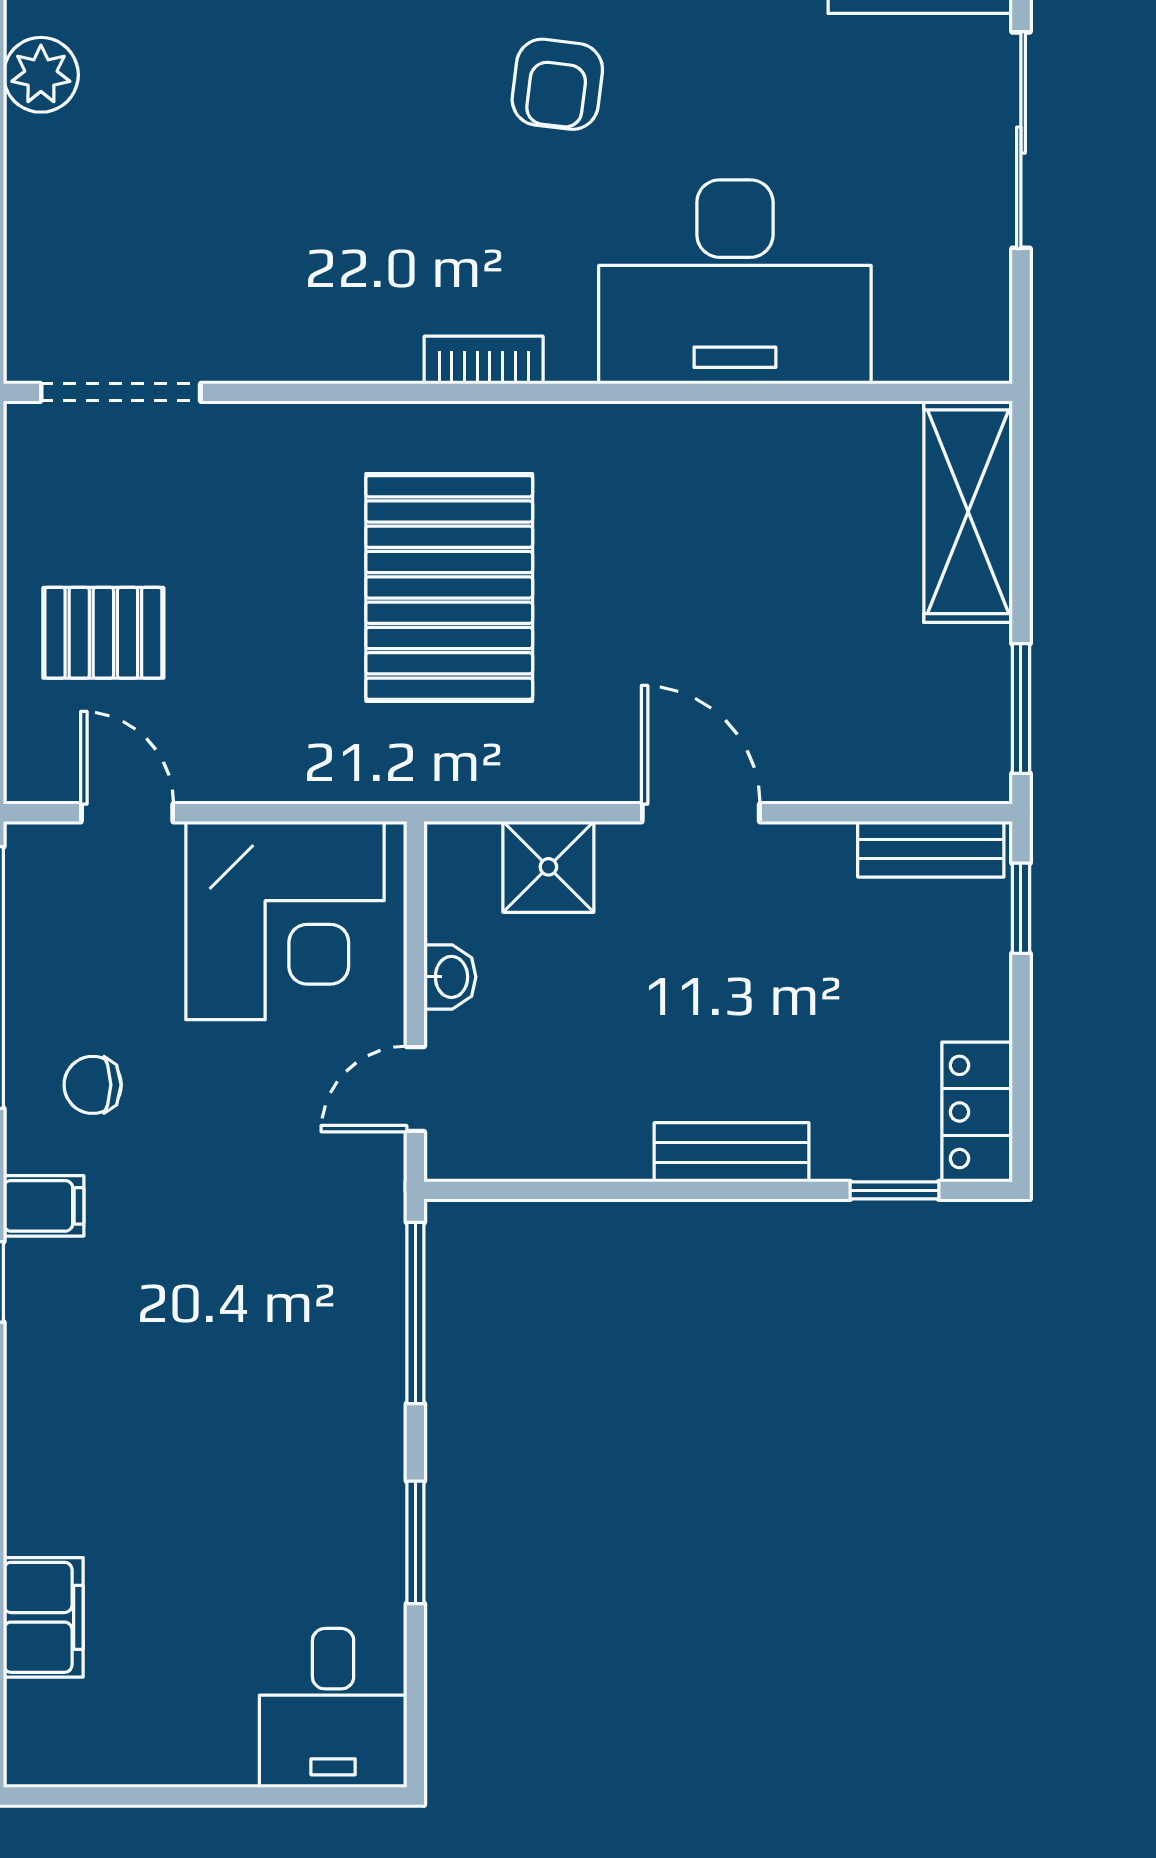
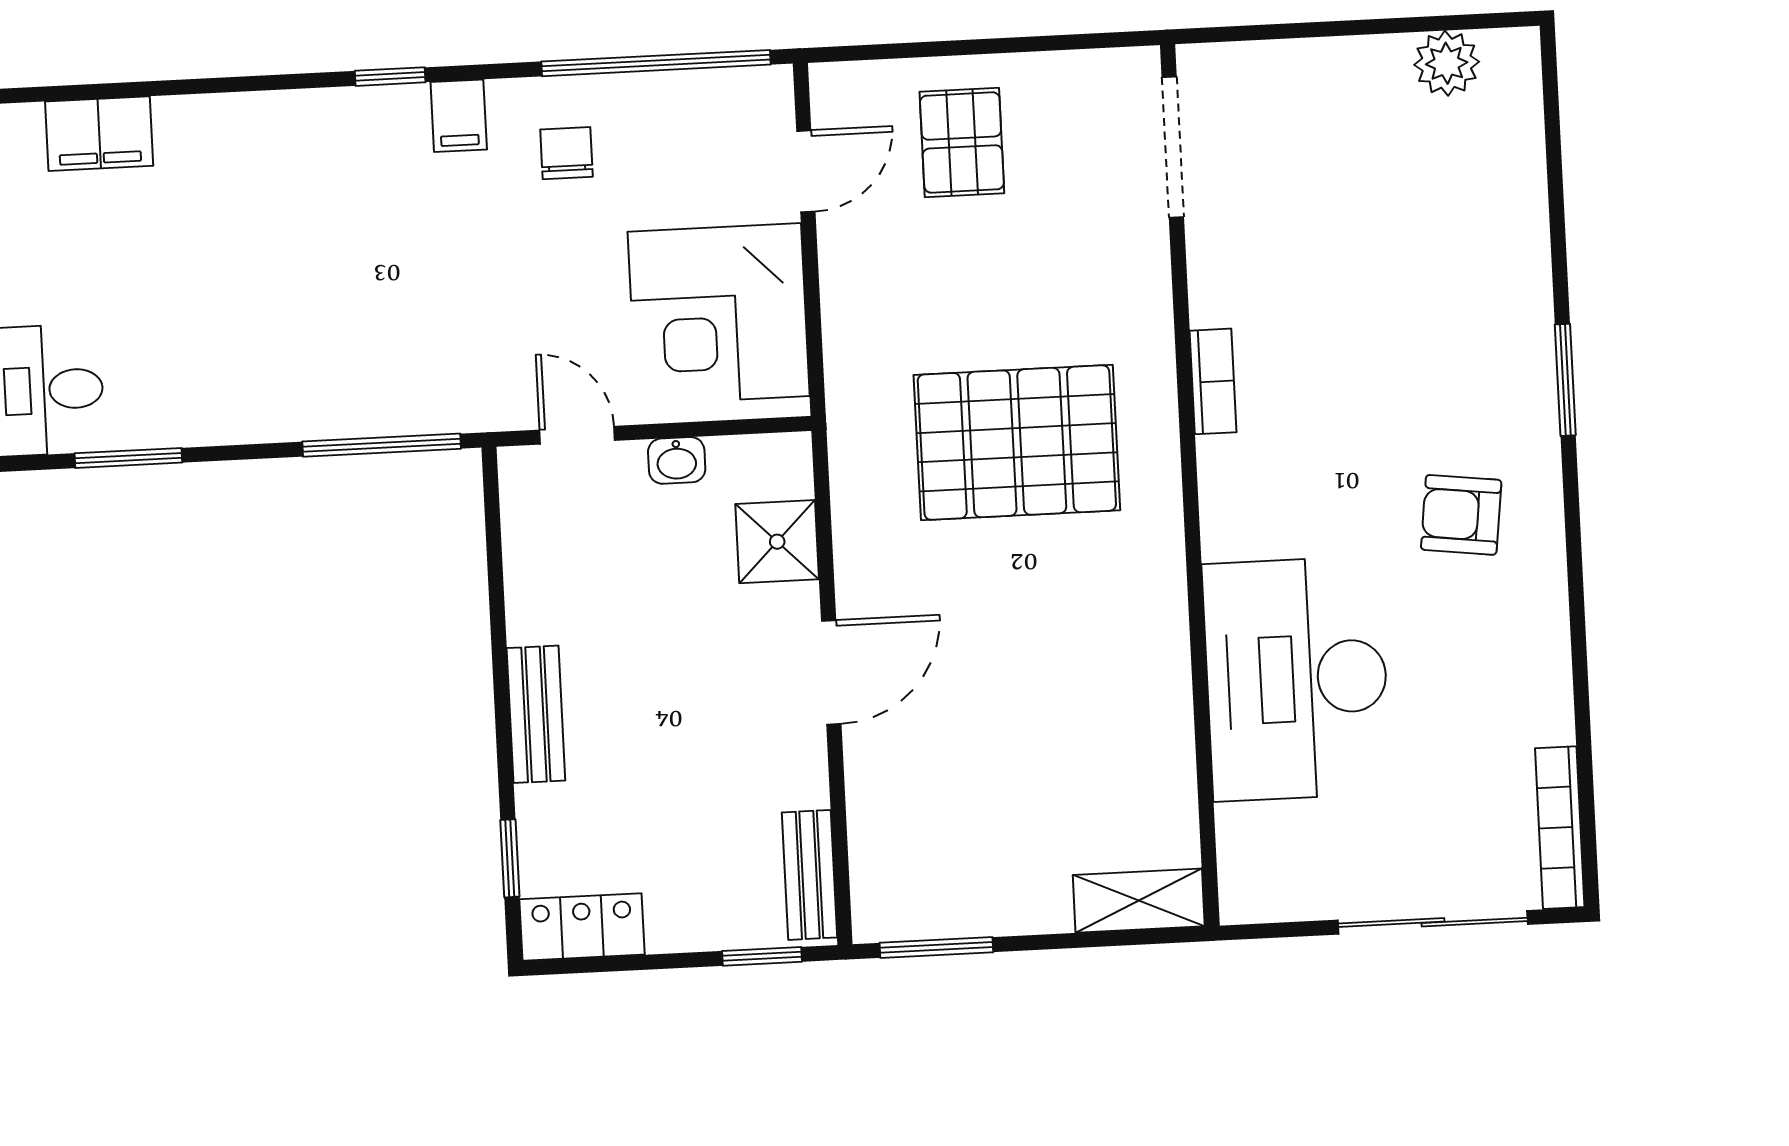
bookcase: (484, 360) -> (1213, 381), moved
shelving: (968, 512) -> (1139, 901), width x0.67, depth x0.75
window: (415, 1542) -> (128, 458), moved

